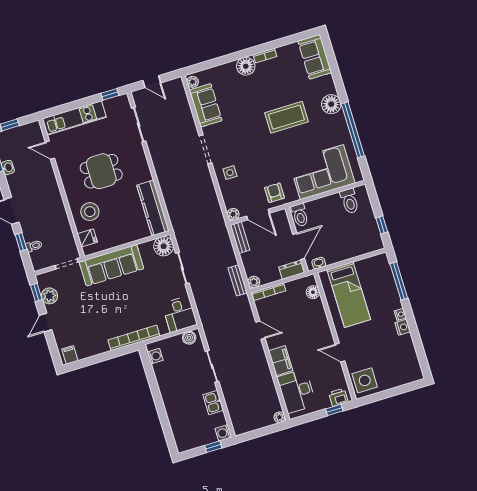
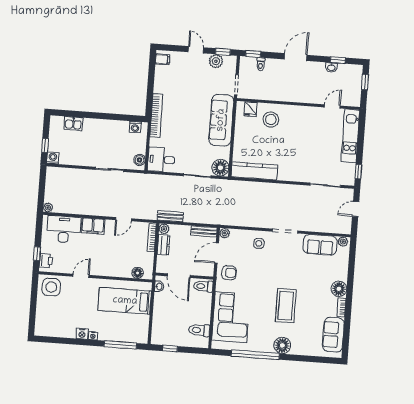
sofa: (315, 57) -> (333, 335), moved, turned -90
dining table: (101, 171) -> (300, 141), removed
window: (21, 242) -> (253, 54), moved
dresser: (292, 270) -> (163, 245), moved
kitchen sink: (213, 402) -> (73, 124), moved, turned 180

